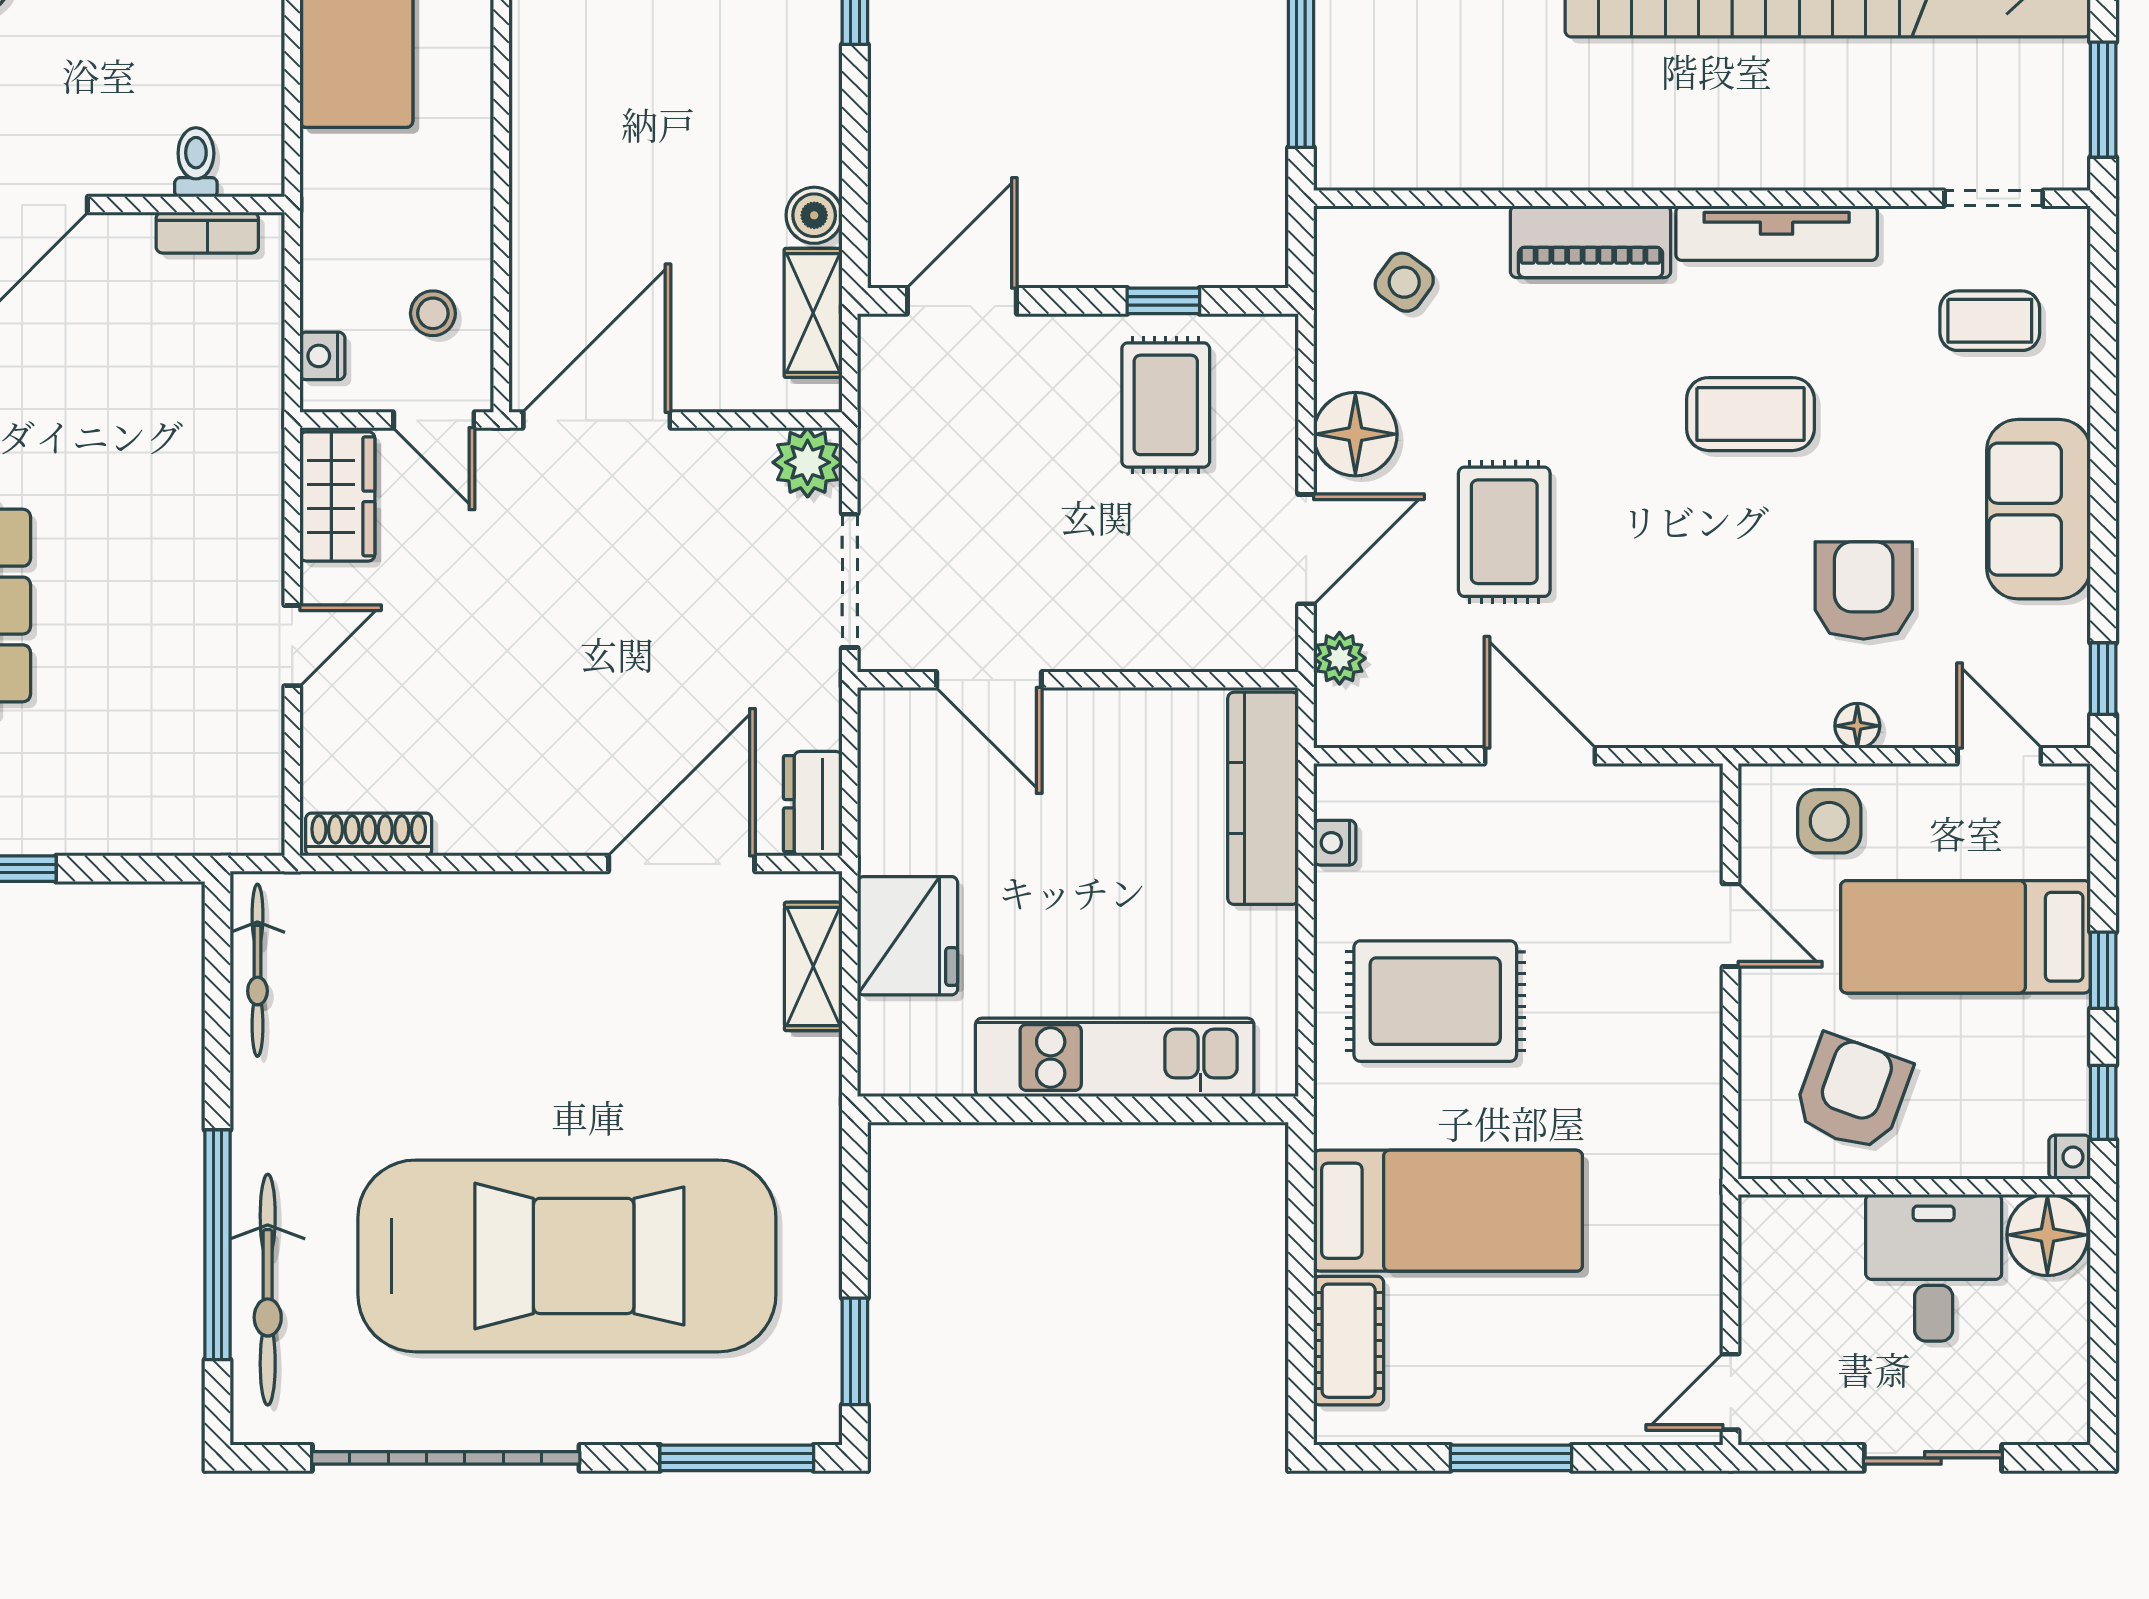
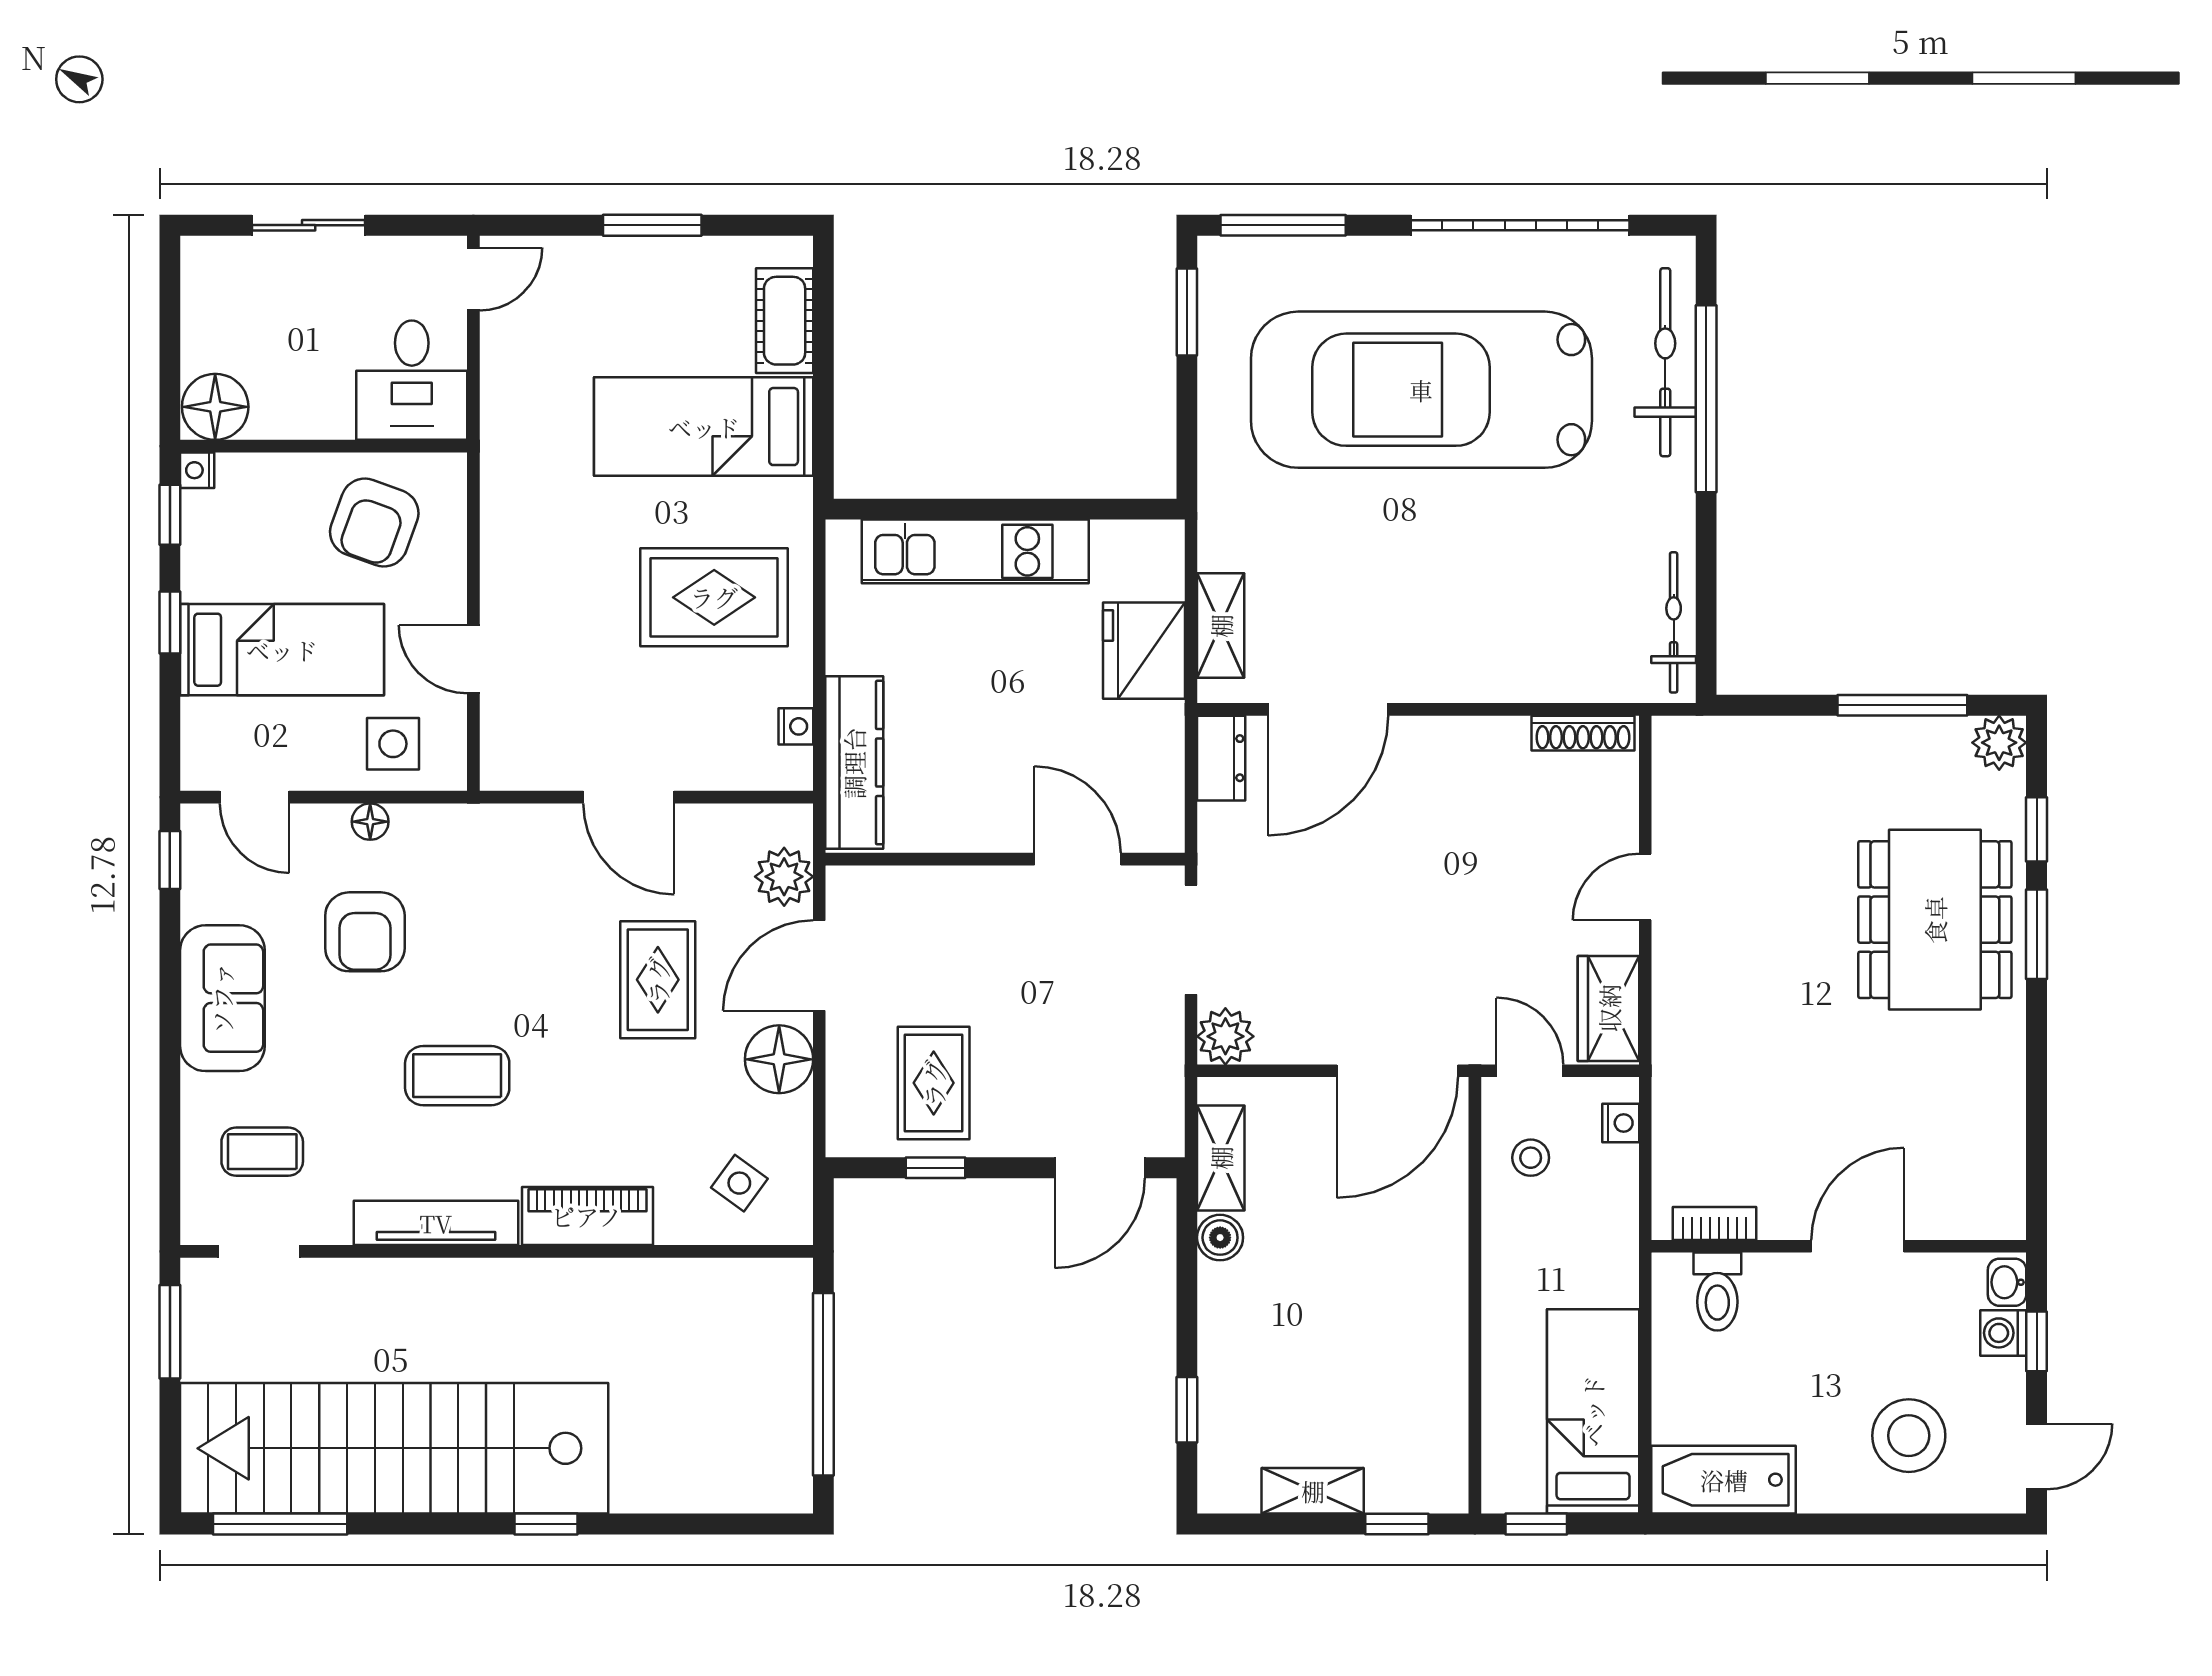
toilet: (196, 162) -> (1717, 1292), width x1.37, depth x1.39
plant: (1340, 658) -> (784, 877), width x1.38, depth x1.38
desk: (1934, 1268) -> (412, 380), moved

